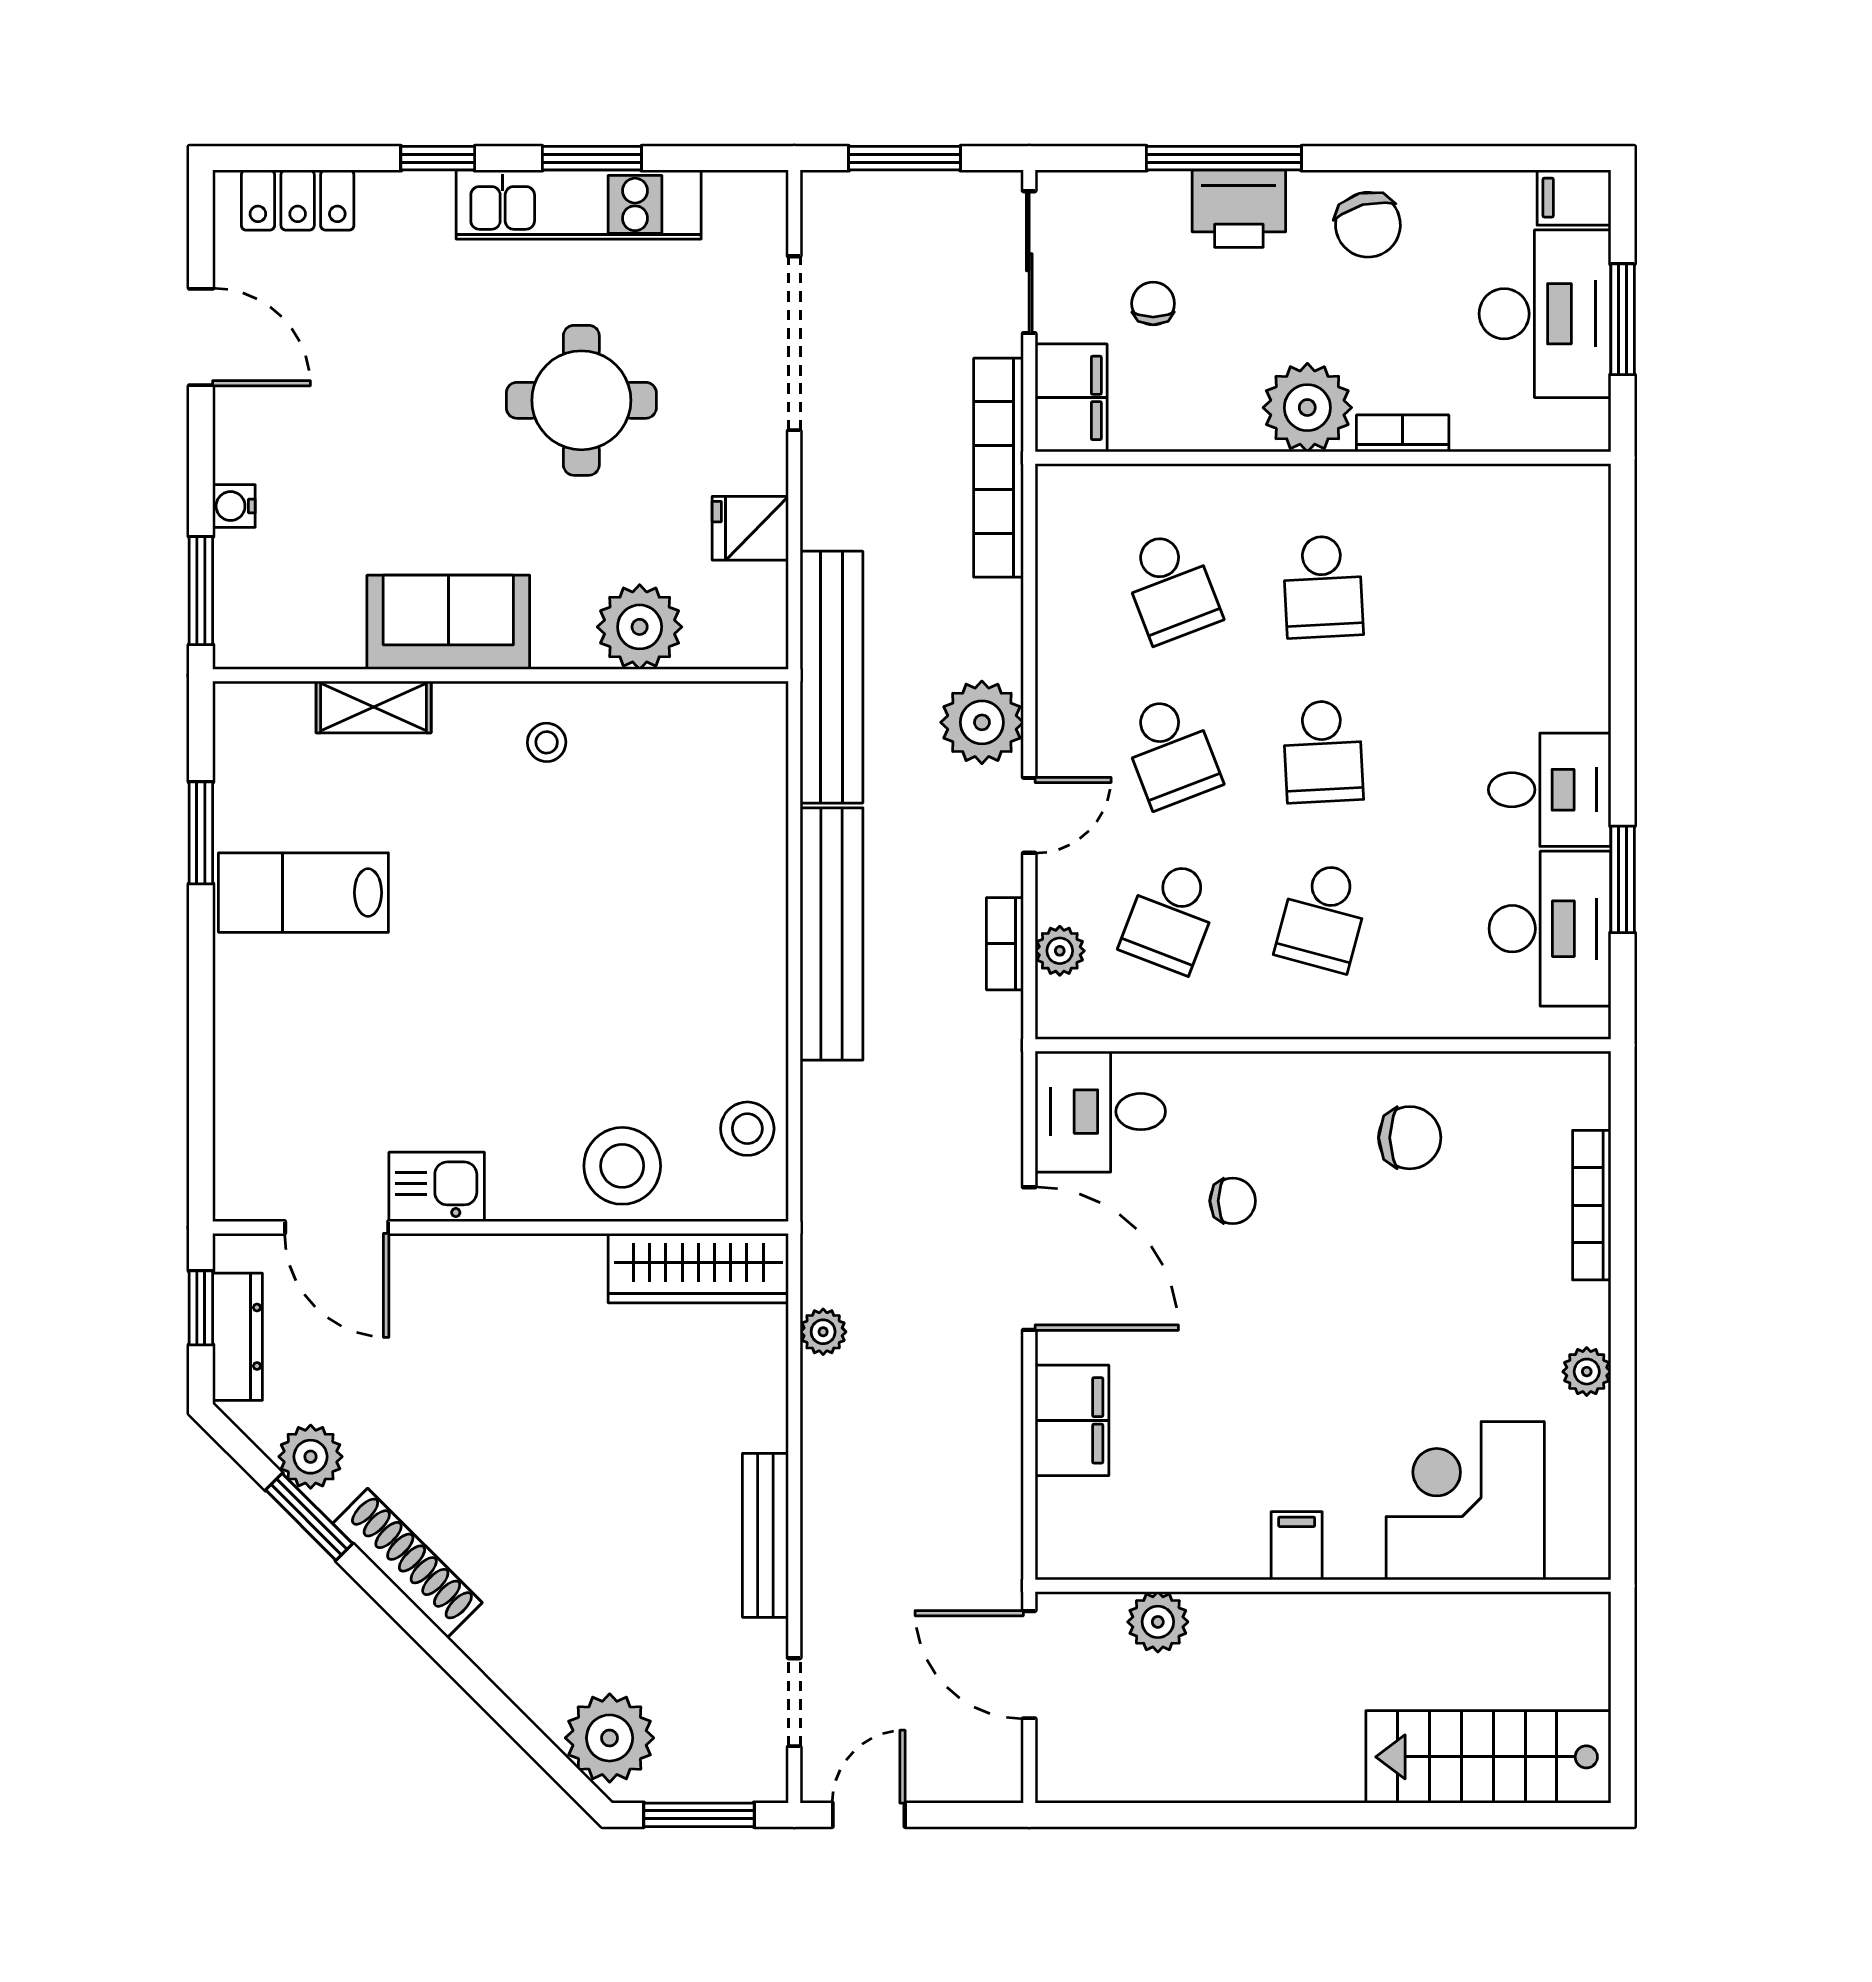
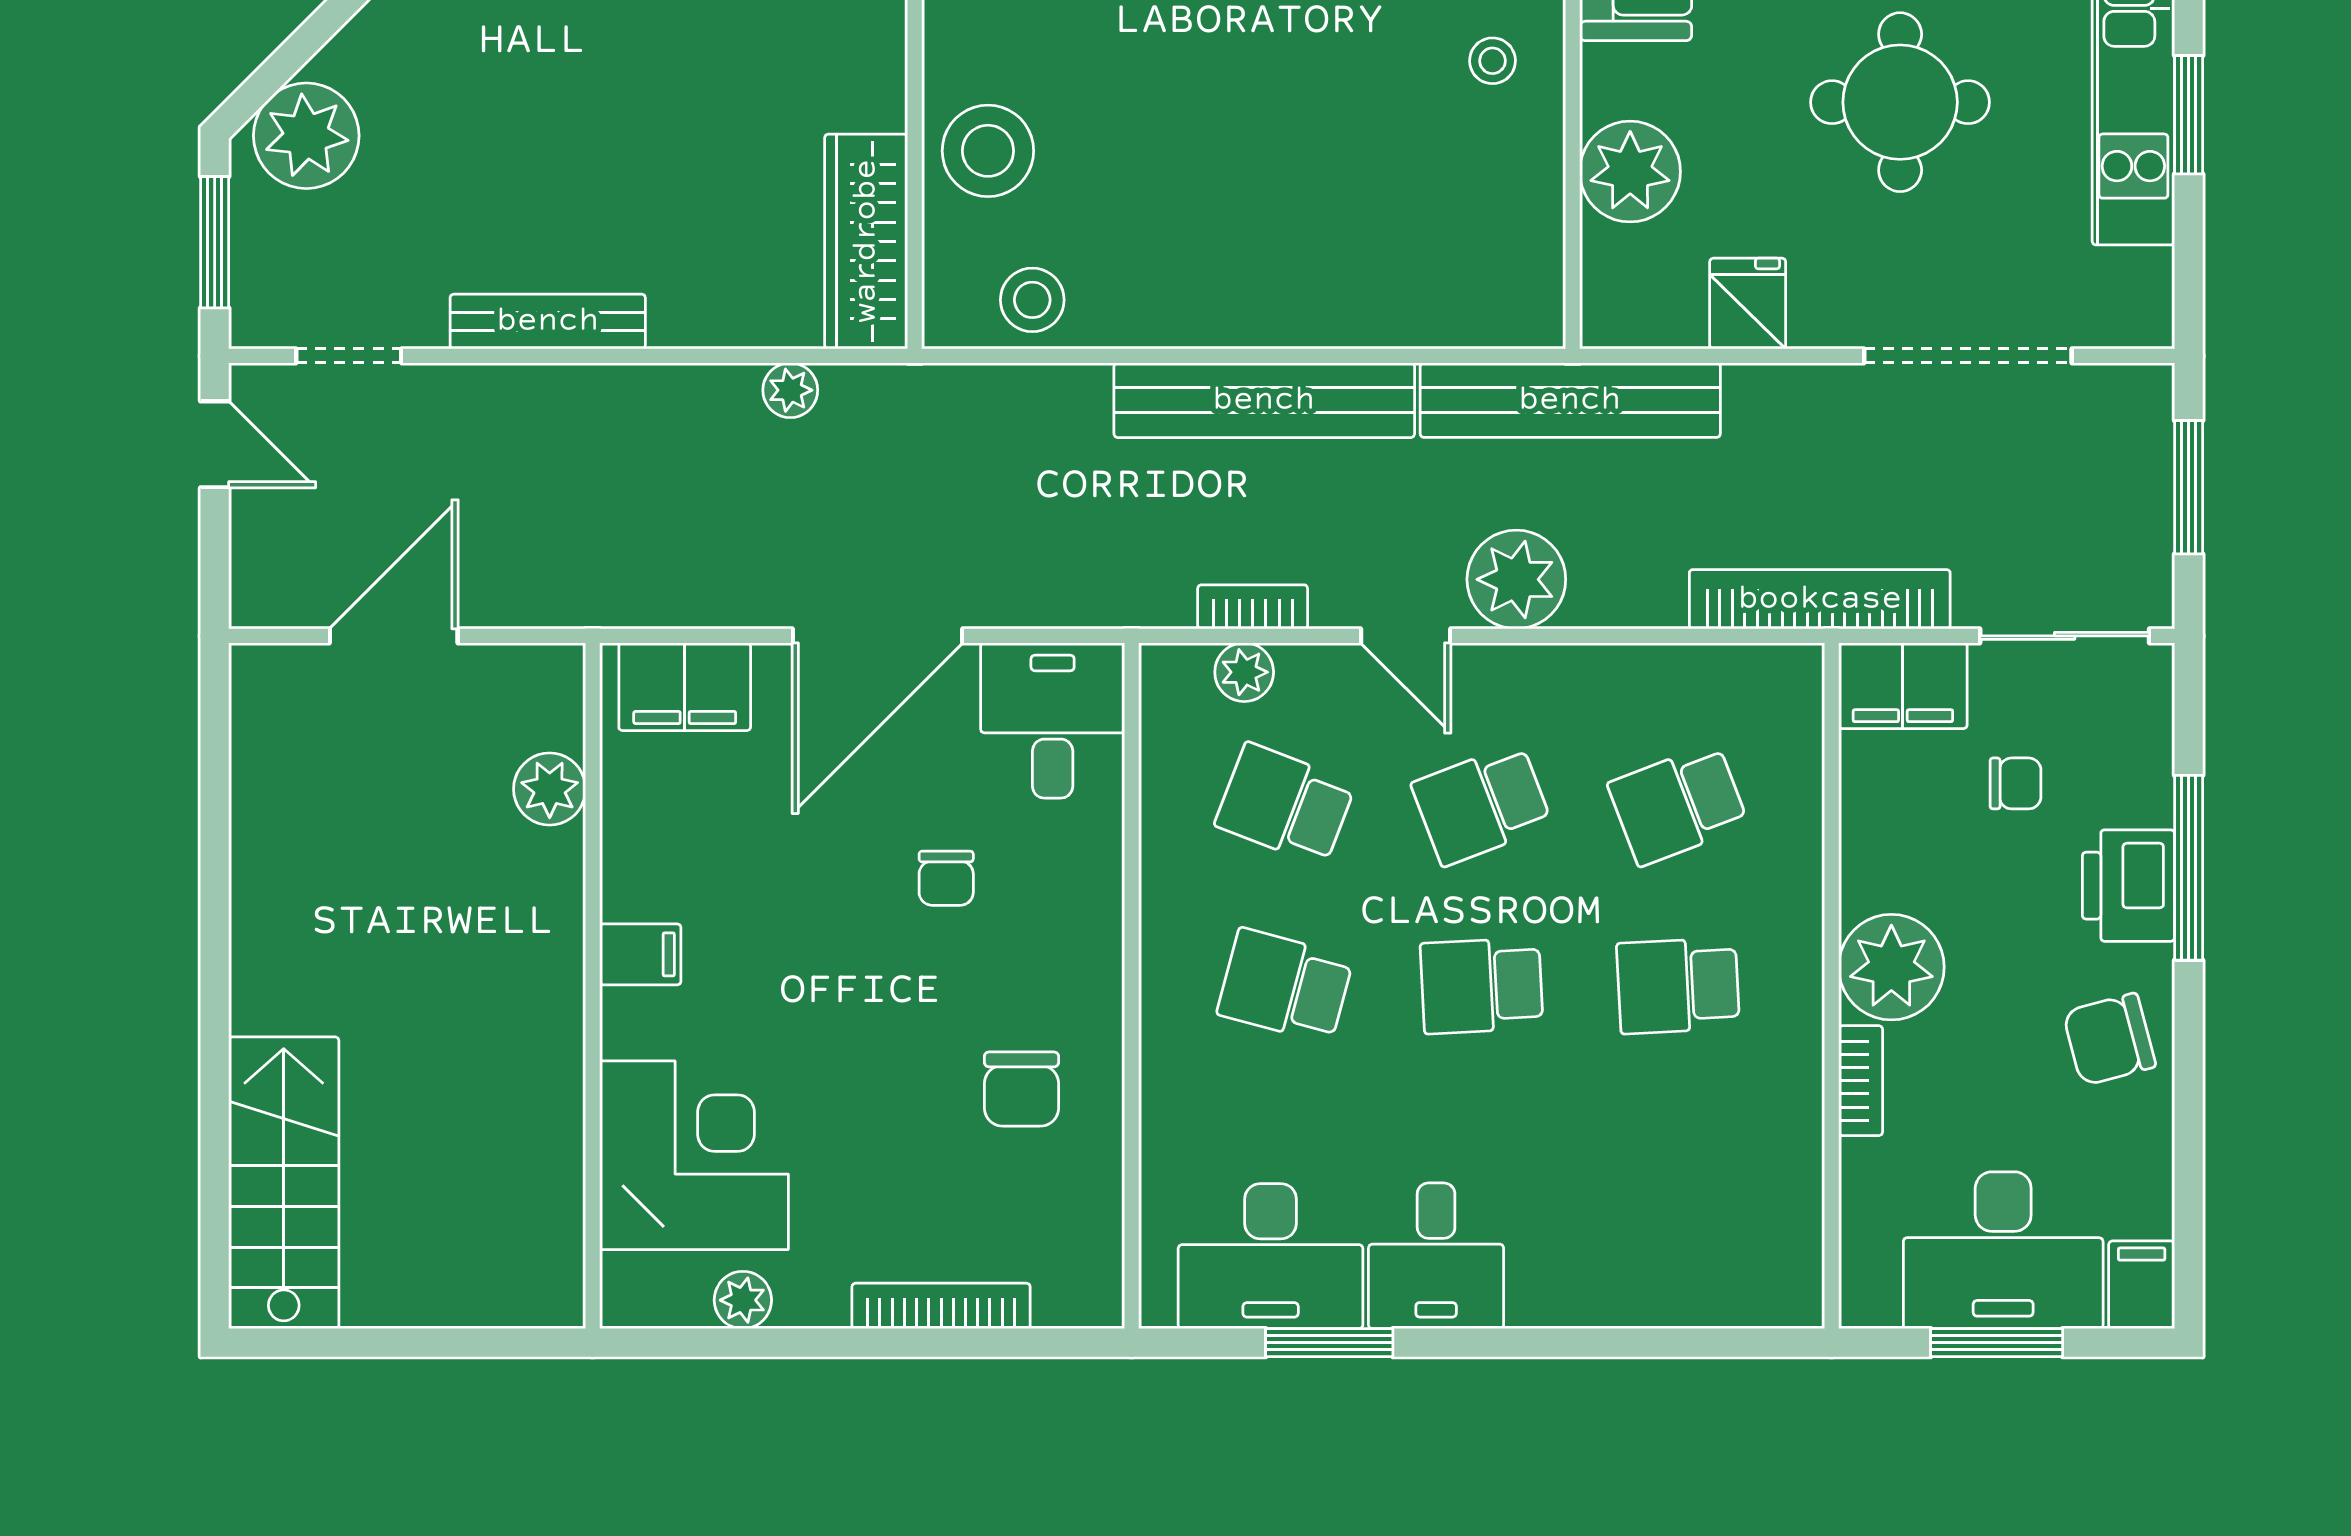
corner desk: (1465, 1501) -> (694, 1155), moved
filing cabinet: (1297, 1546) -> (640, 954), moved
wall: (1323, 1586) -> (593, 986), moved
plant: (1158, 1622) -> (550, 789), moved

